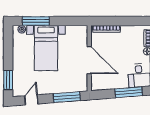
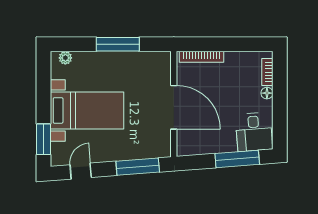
window: (36, 21) -> (118, 44), moved
bed with nightstands: (46, 48) -> (87, 110), moved, turned -90

